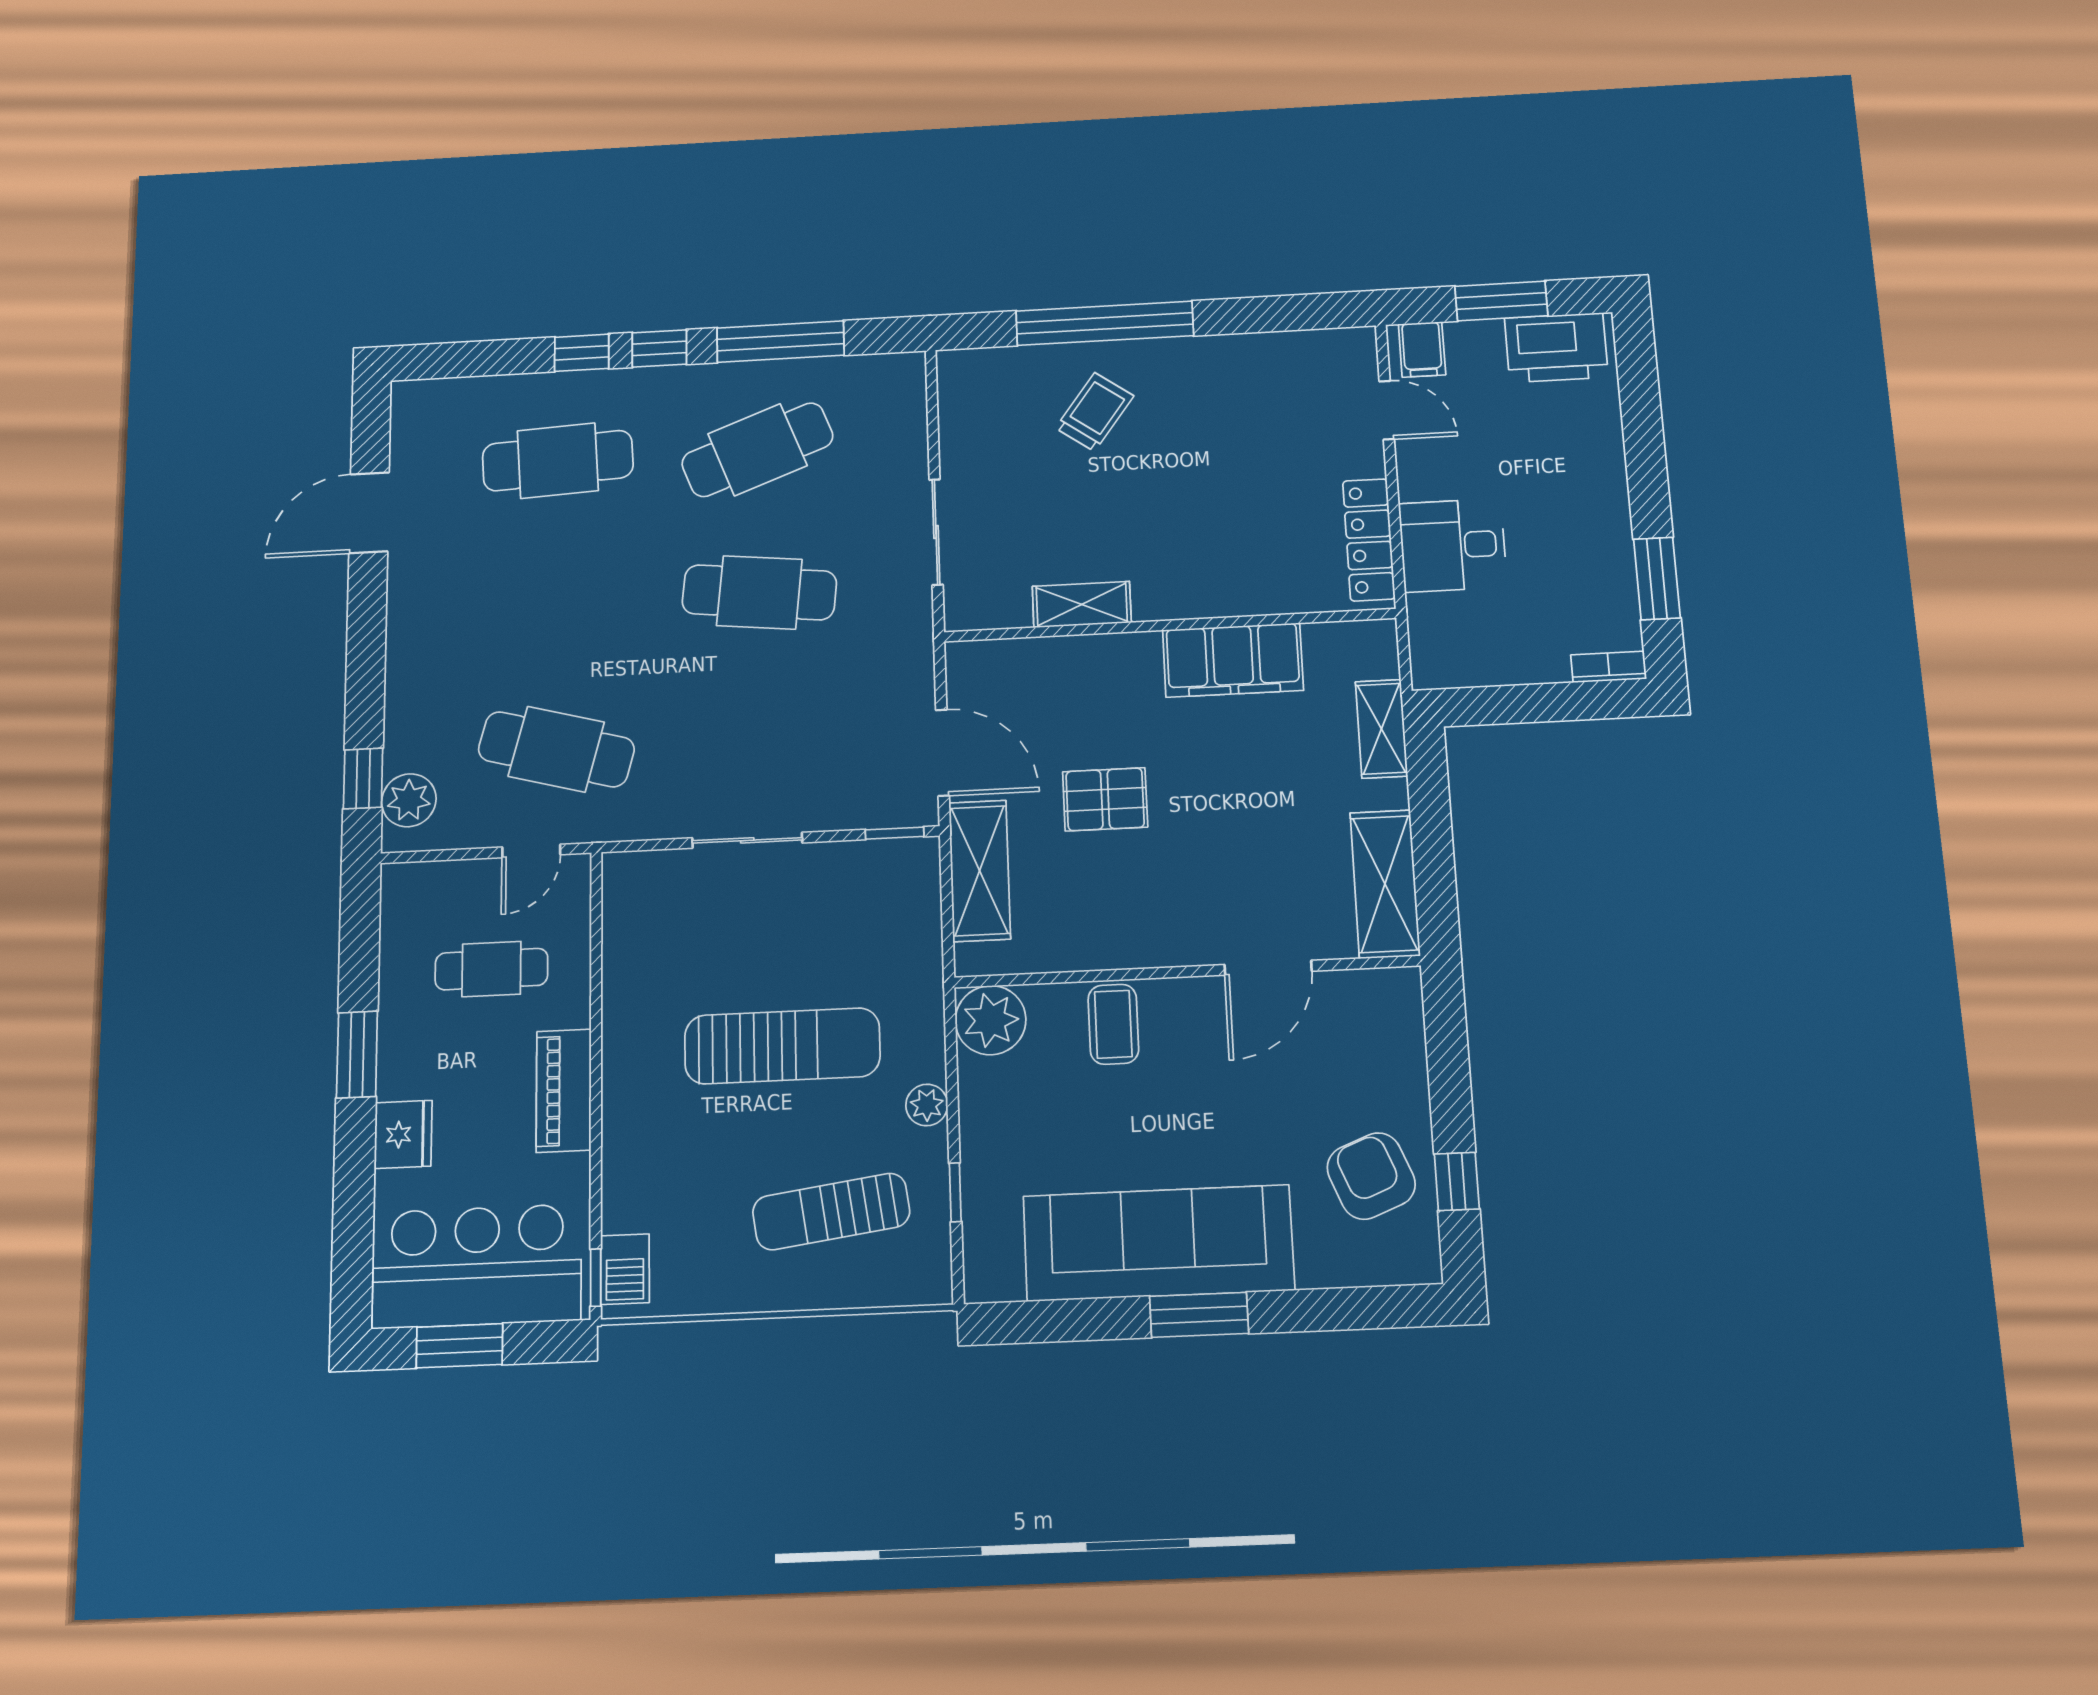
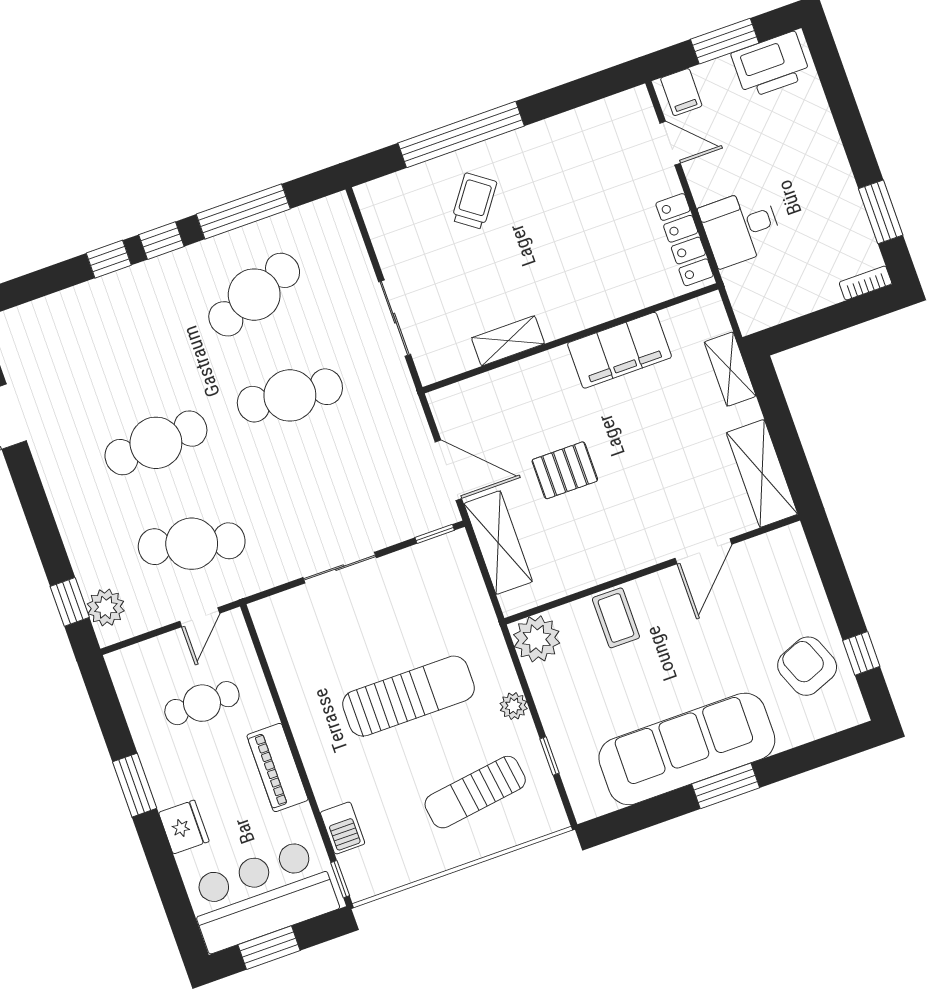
cafe table: (558, 461) -> (156, 443), moved
barbecue: (625, 1269) -> (343, 828), moved

